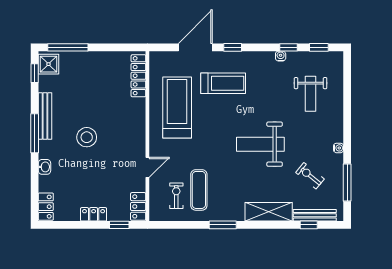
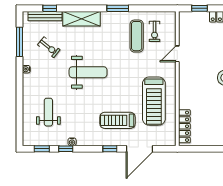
locker: (138, 206) -> (185, 23), removed

